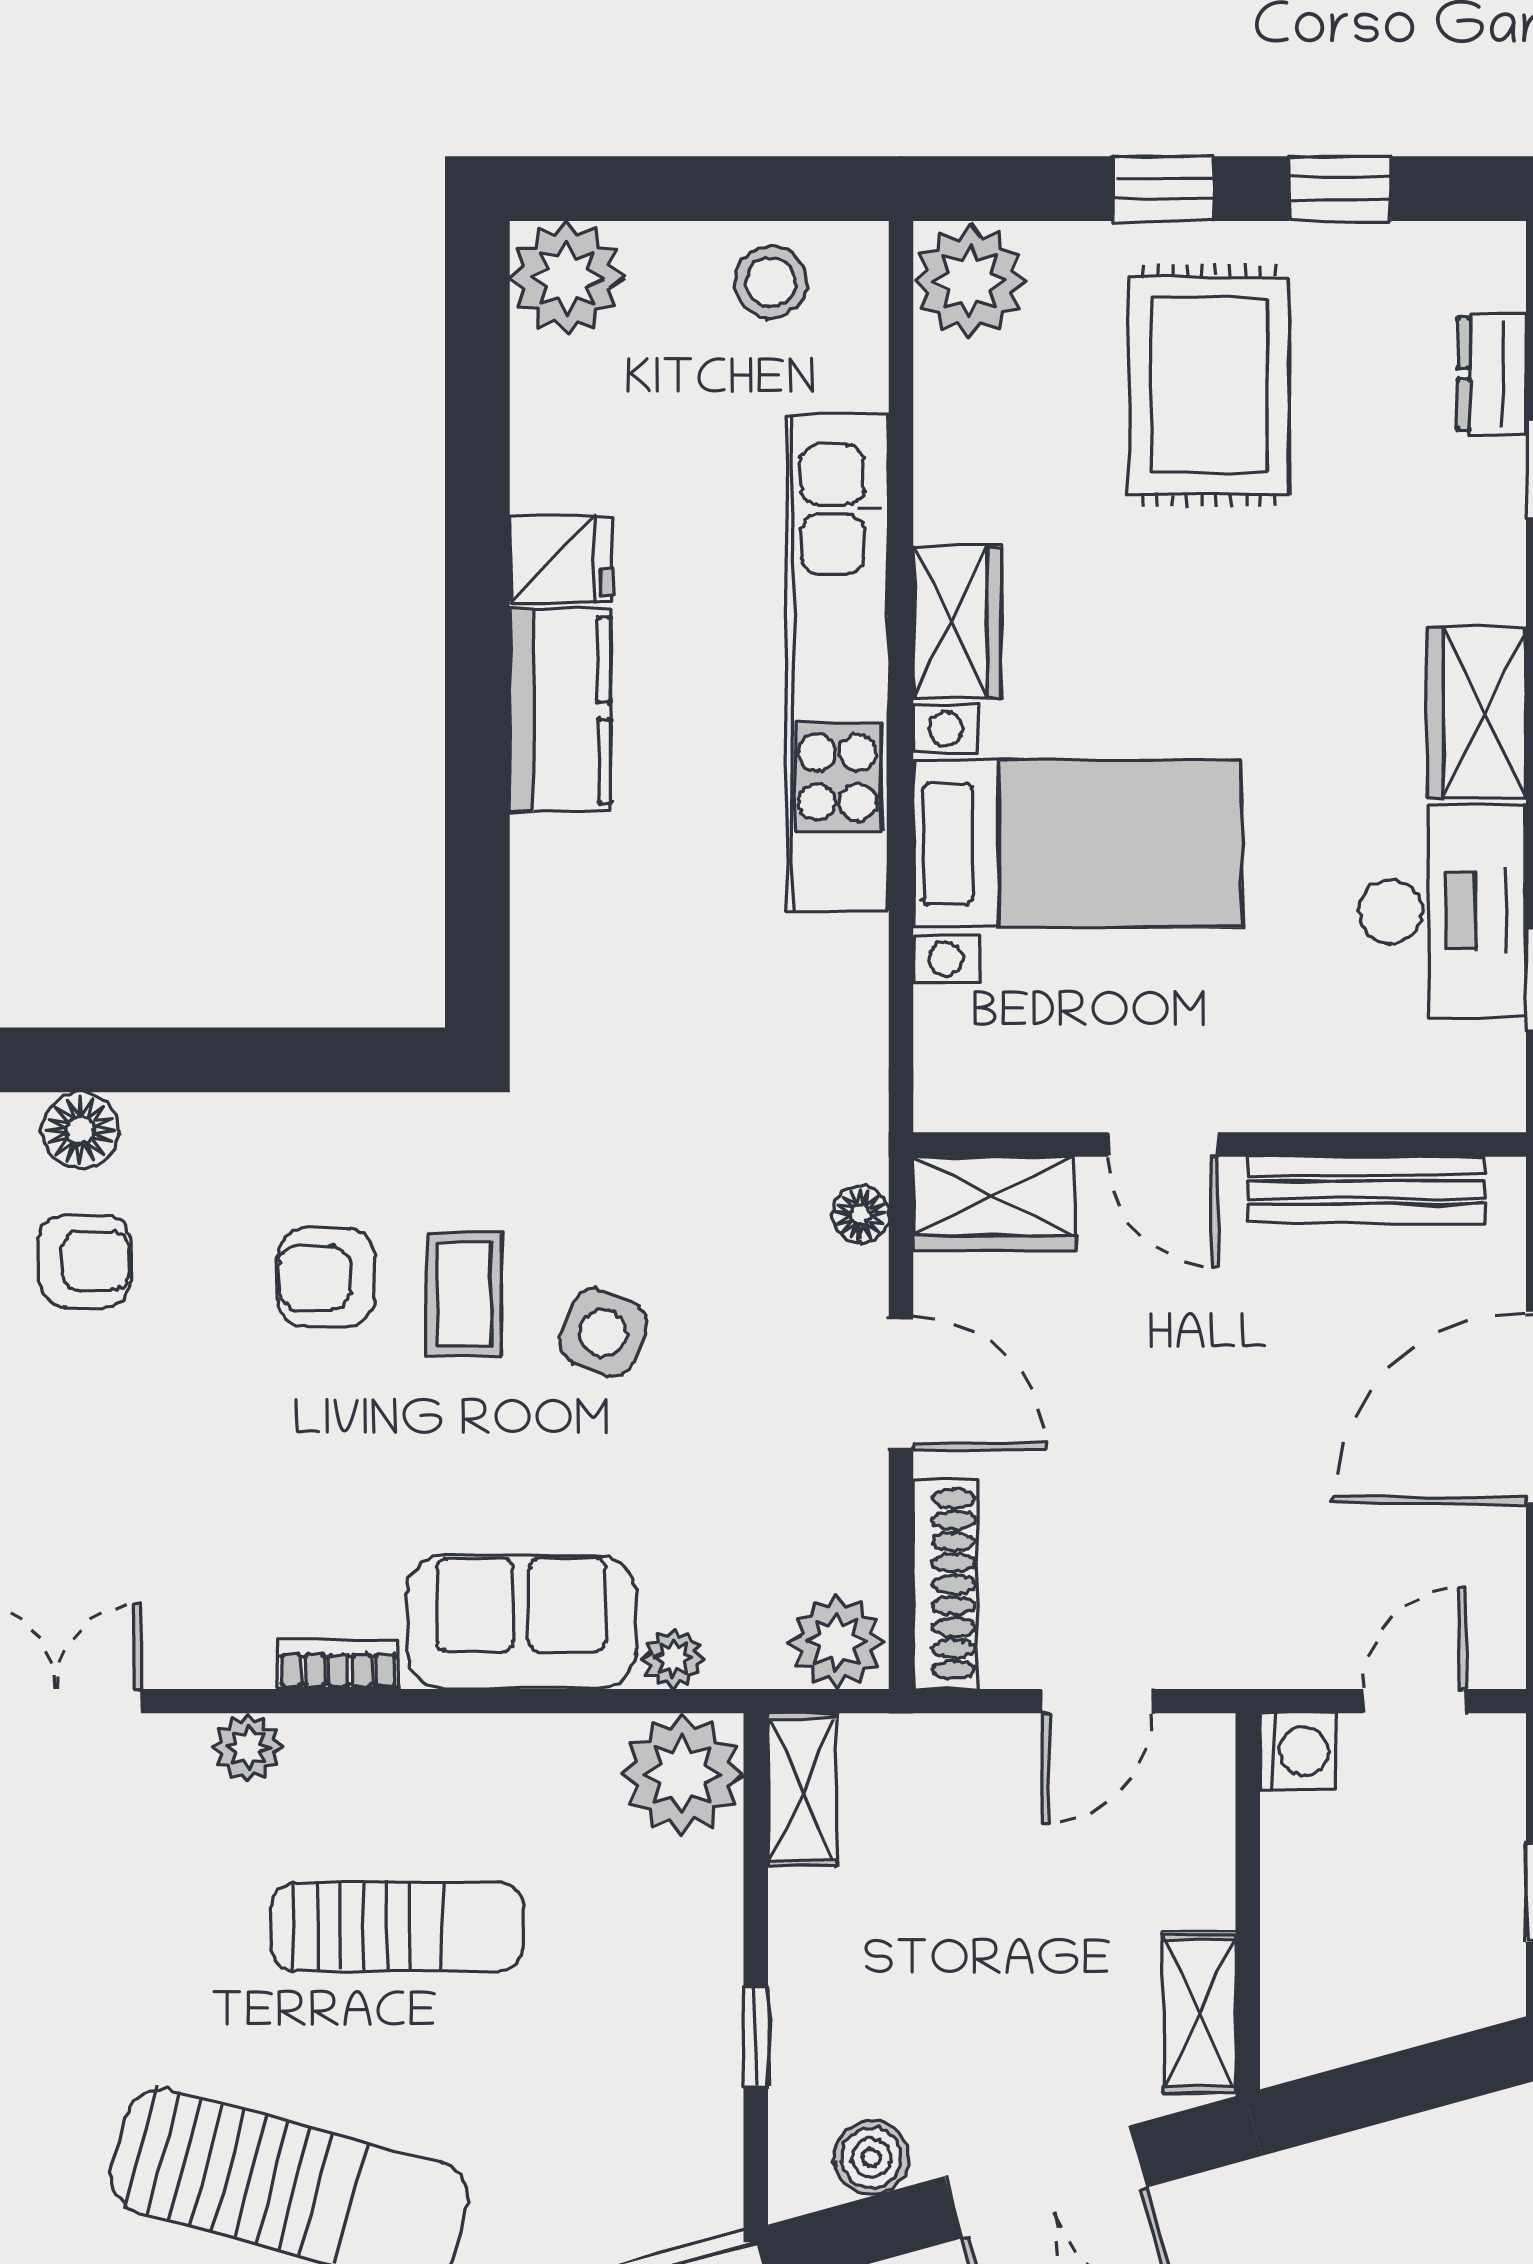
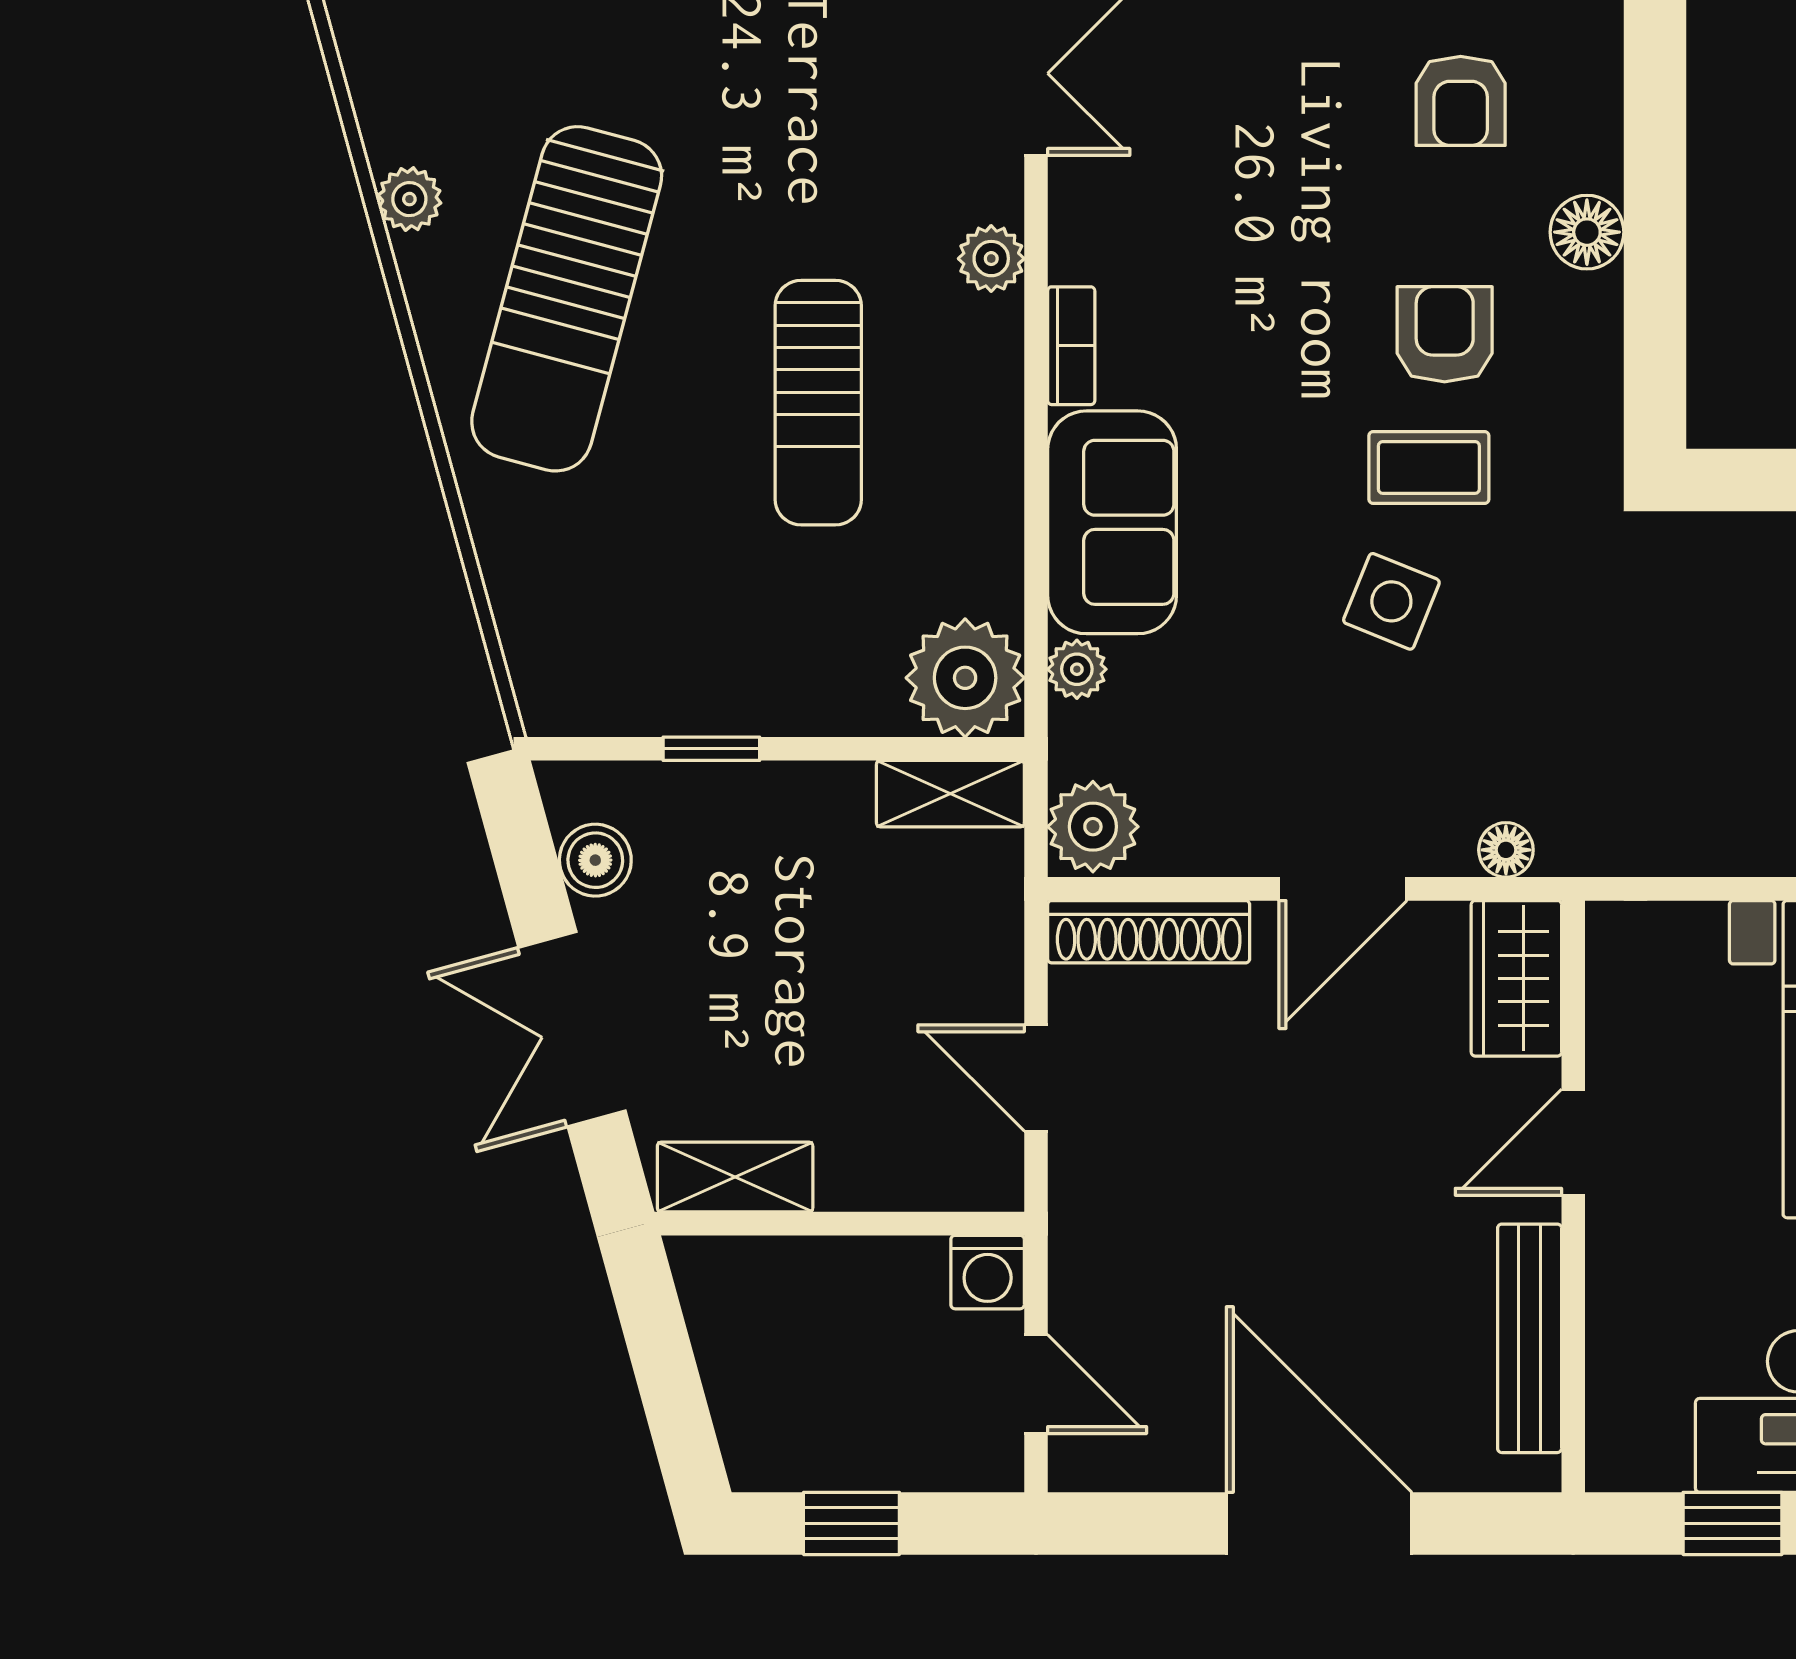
floor lamp: (80, 1130) -> (1587, 232), moved

